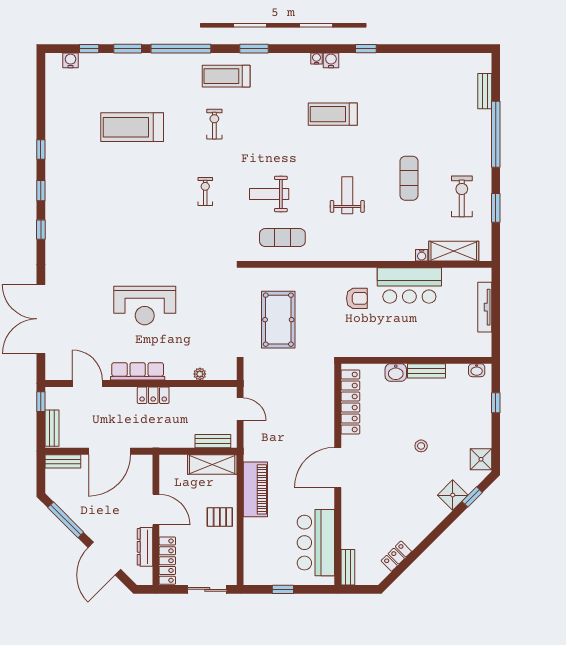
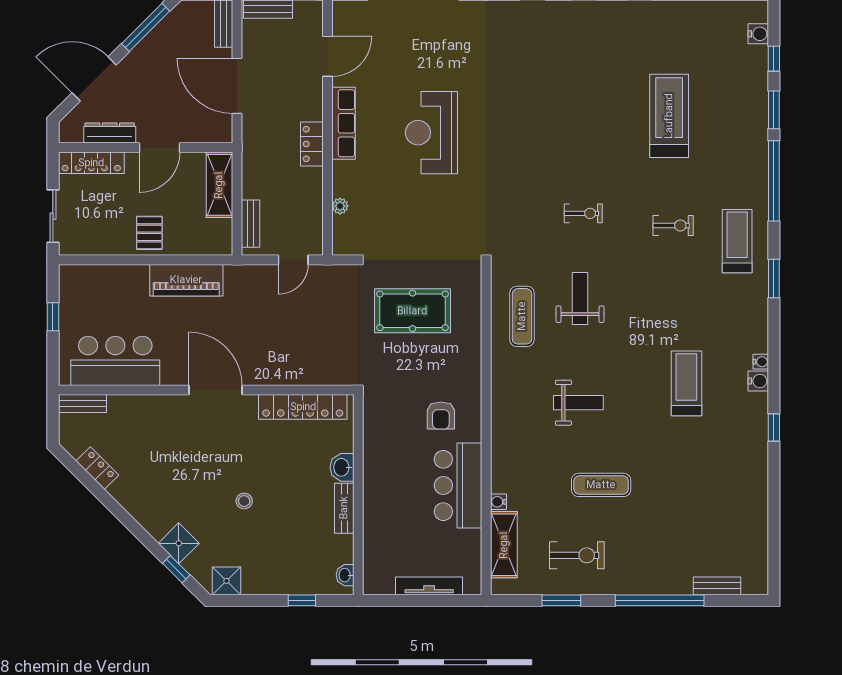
shelving: (212, 464) -> (219, 185), moved

